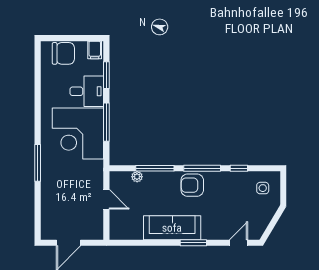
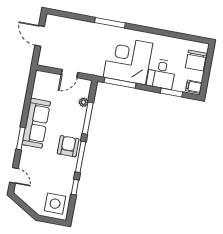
window: (106, 122) -> (120, 83), moved
side table: (263, 188) -> (55, 204), width x1.87, depth x1.87

